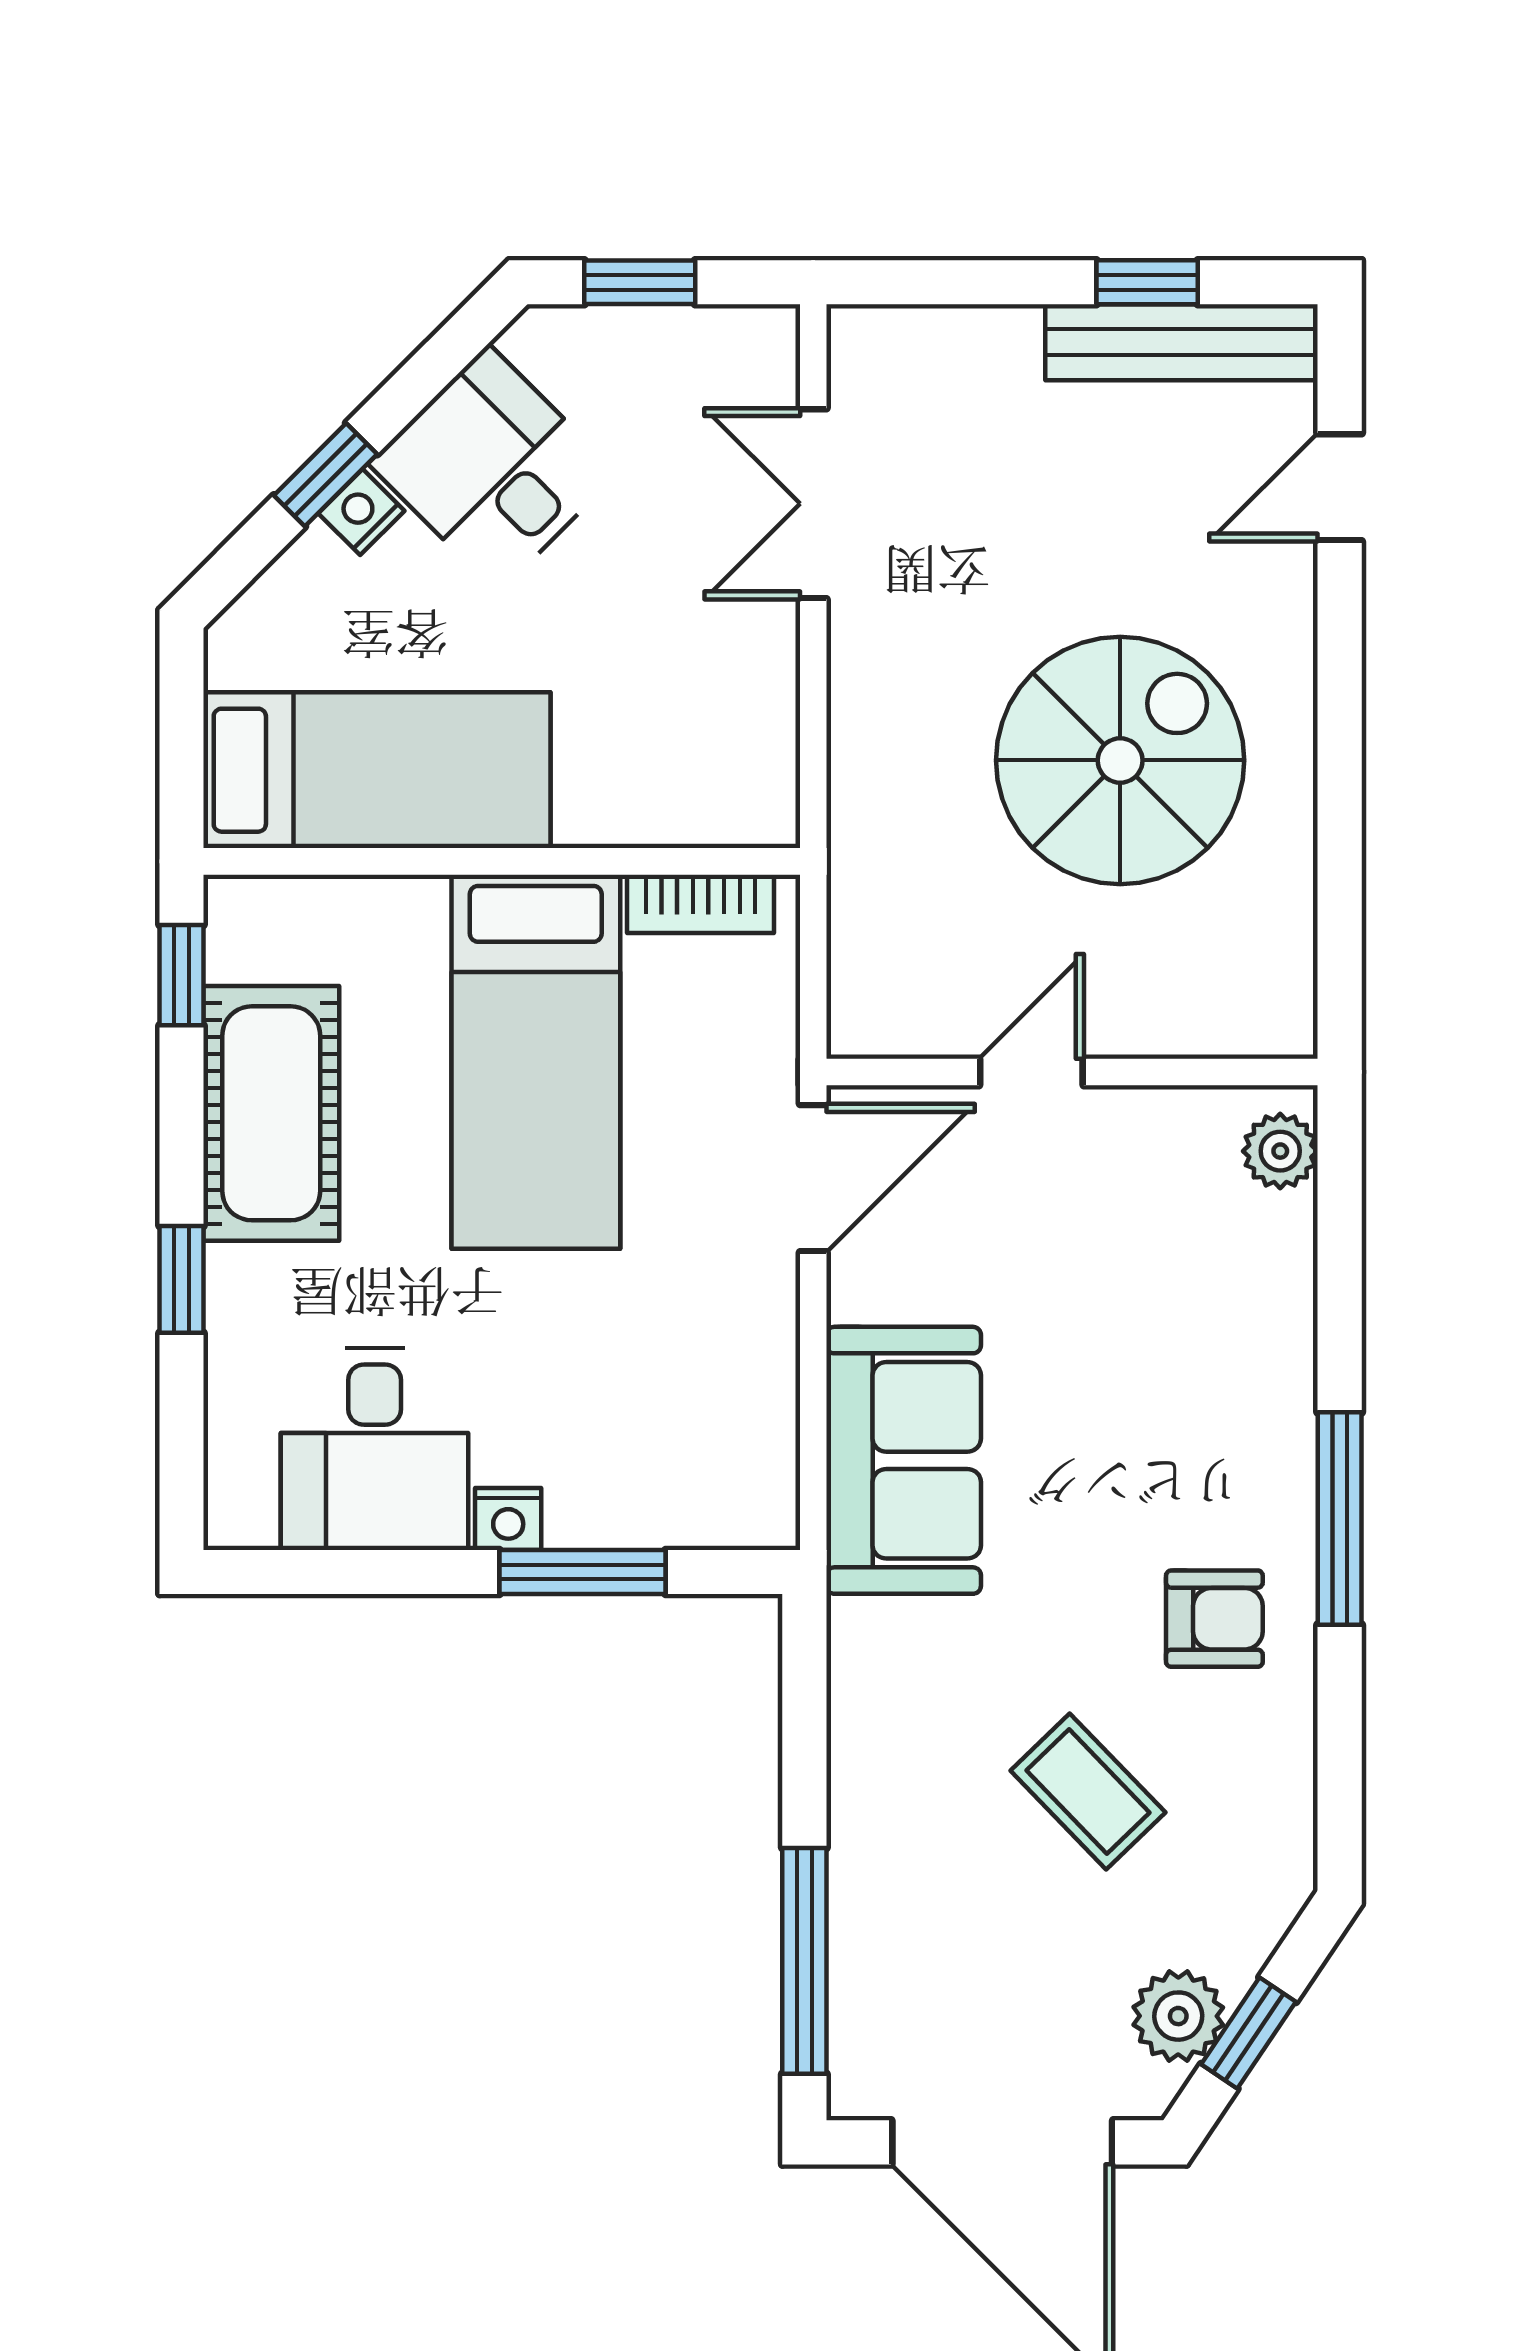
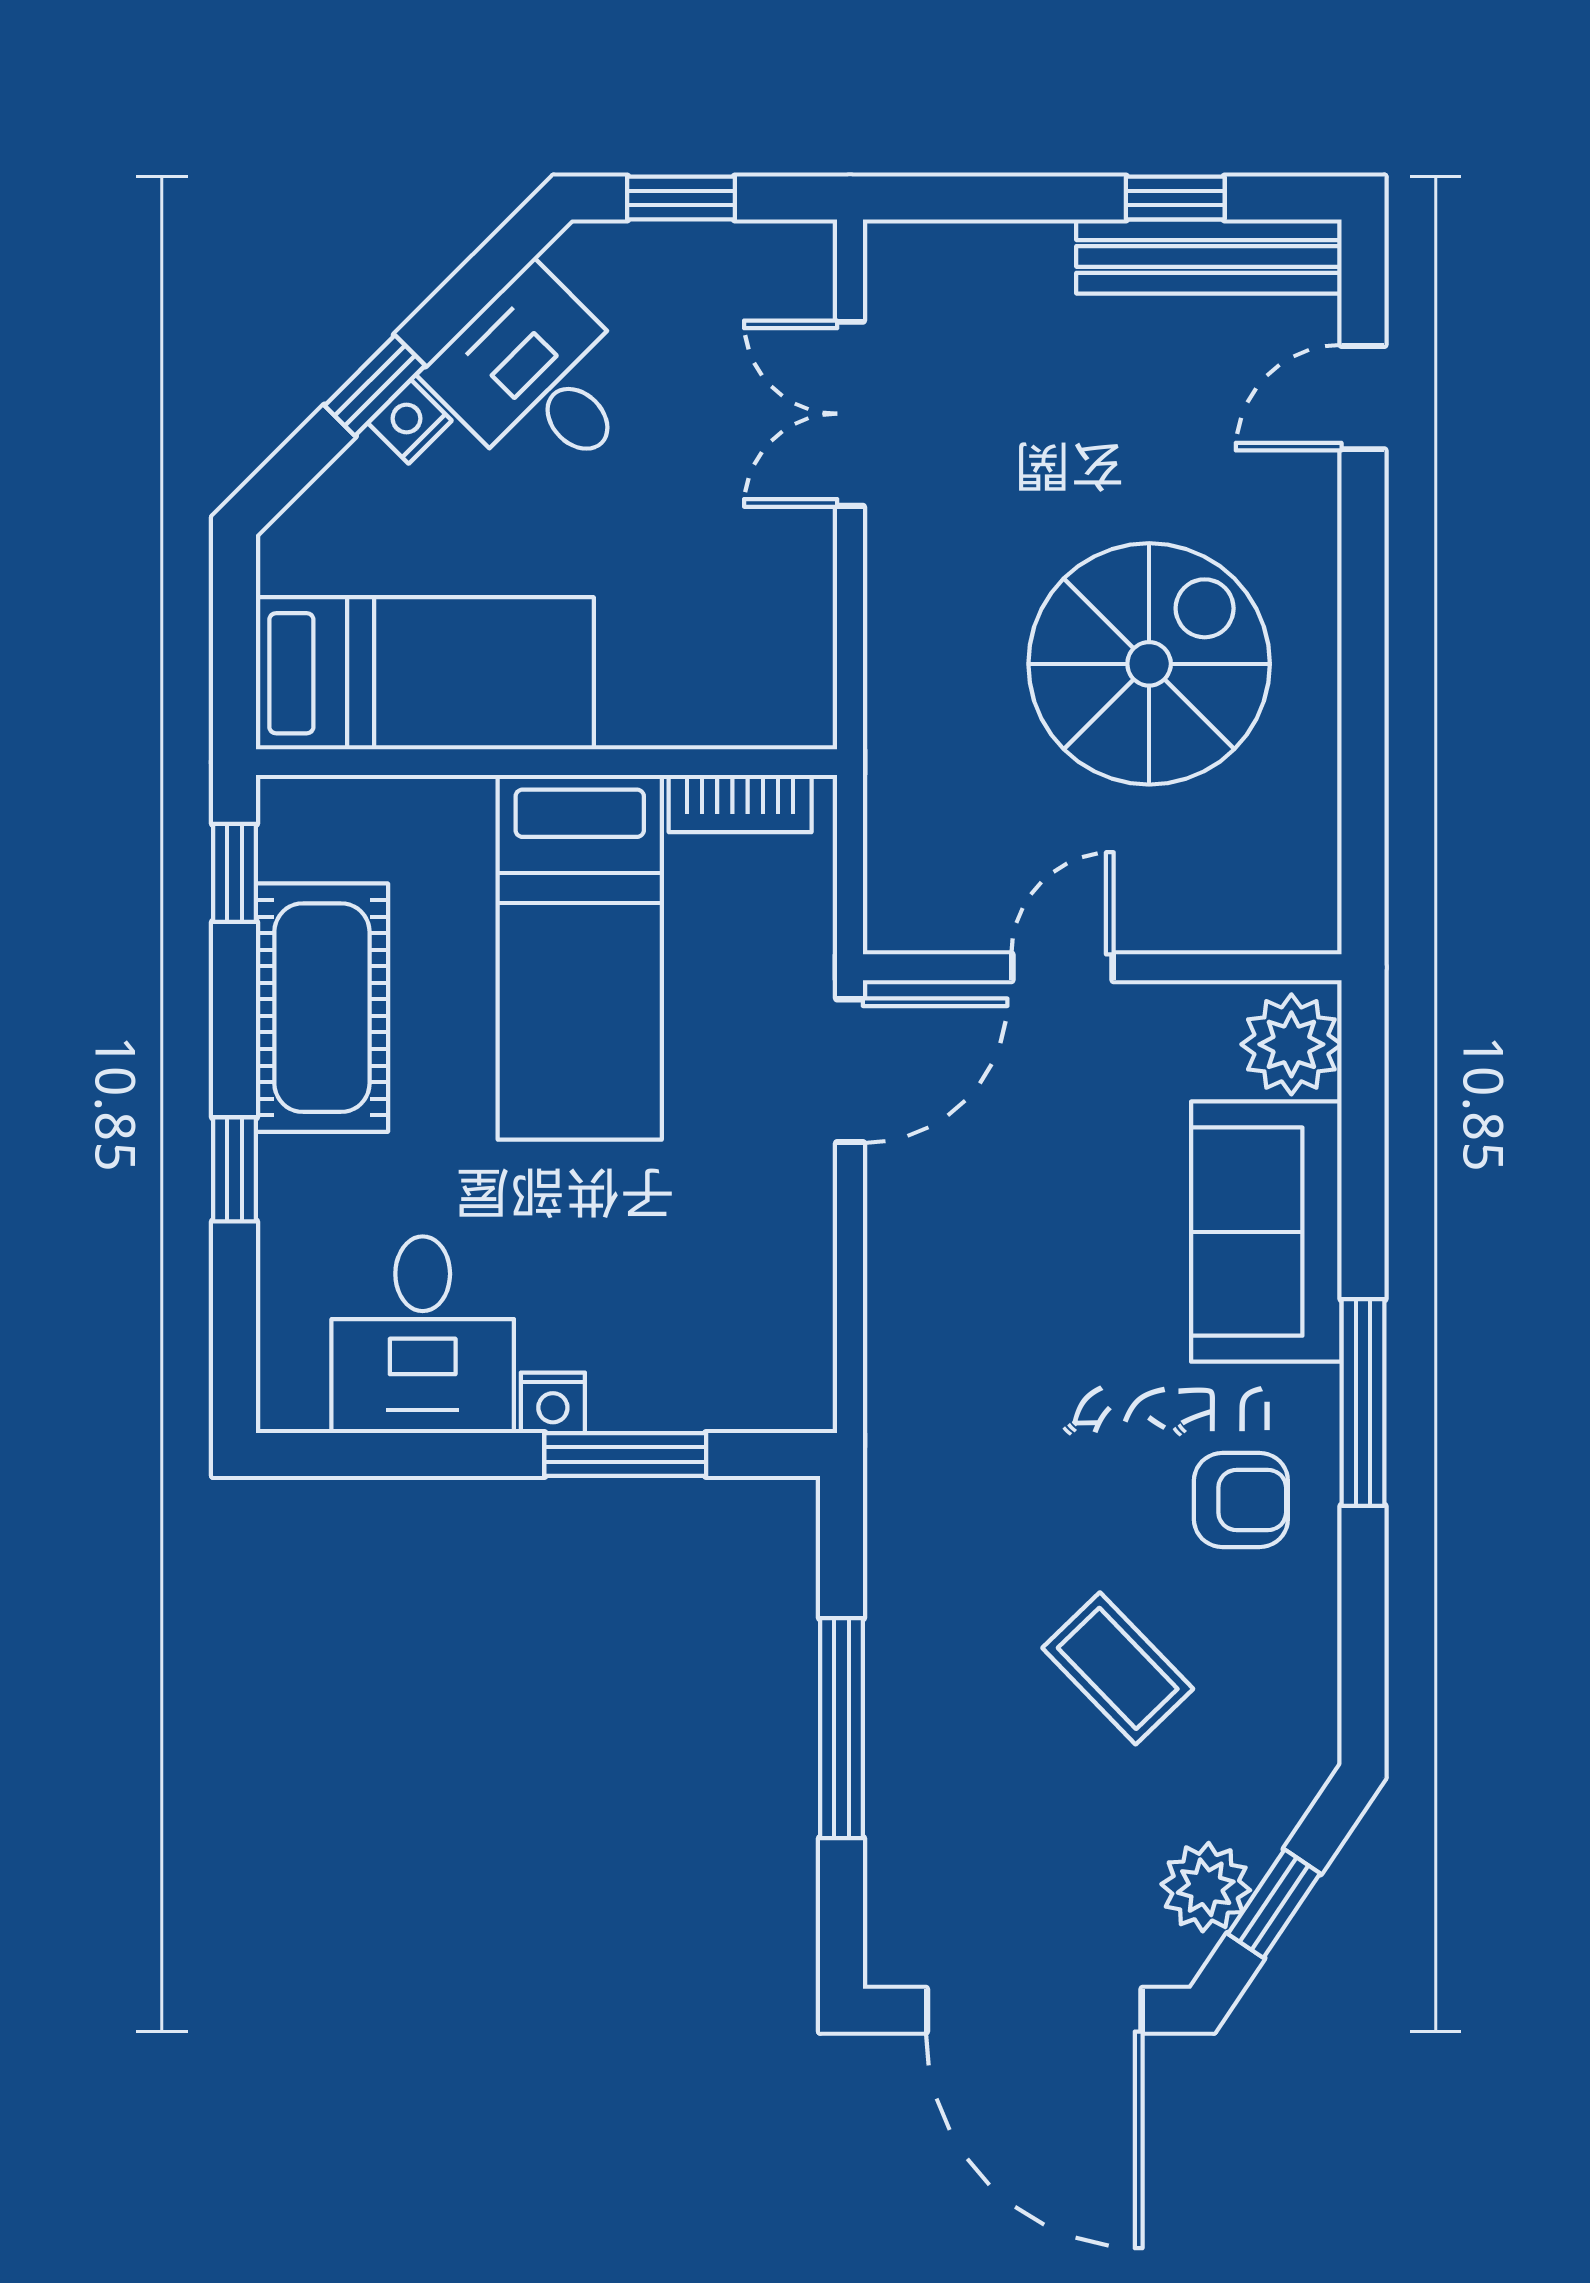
plant: (1280, 1151) -> (1291, 1044), width x1.38, depth x1.38
sofa: (904, 1460) -> (1266, 1232), moved, turned 180
window: (804, 1961) -> (841, 1728), moved

